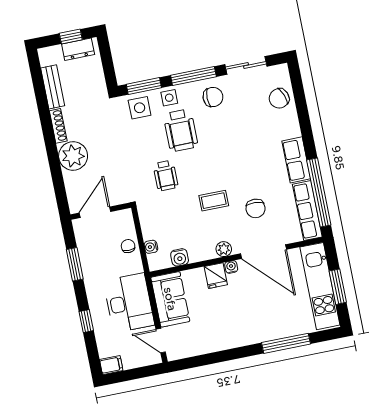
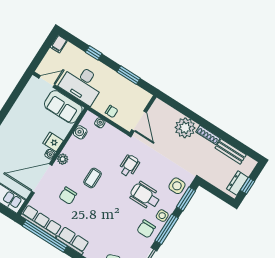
side table: (169, 98) -> (162, 216), moved
wheelchair: (166, 176) -> (129, 166), turned 90
chair: (256, 208) -> (68, 196), turned -93
door: (95, 212) -> (139, 121), moved

